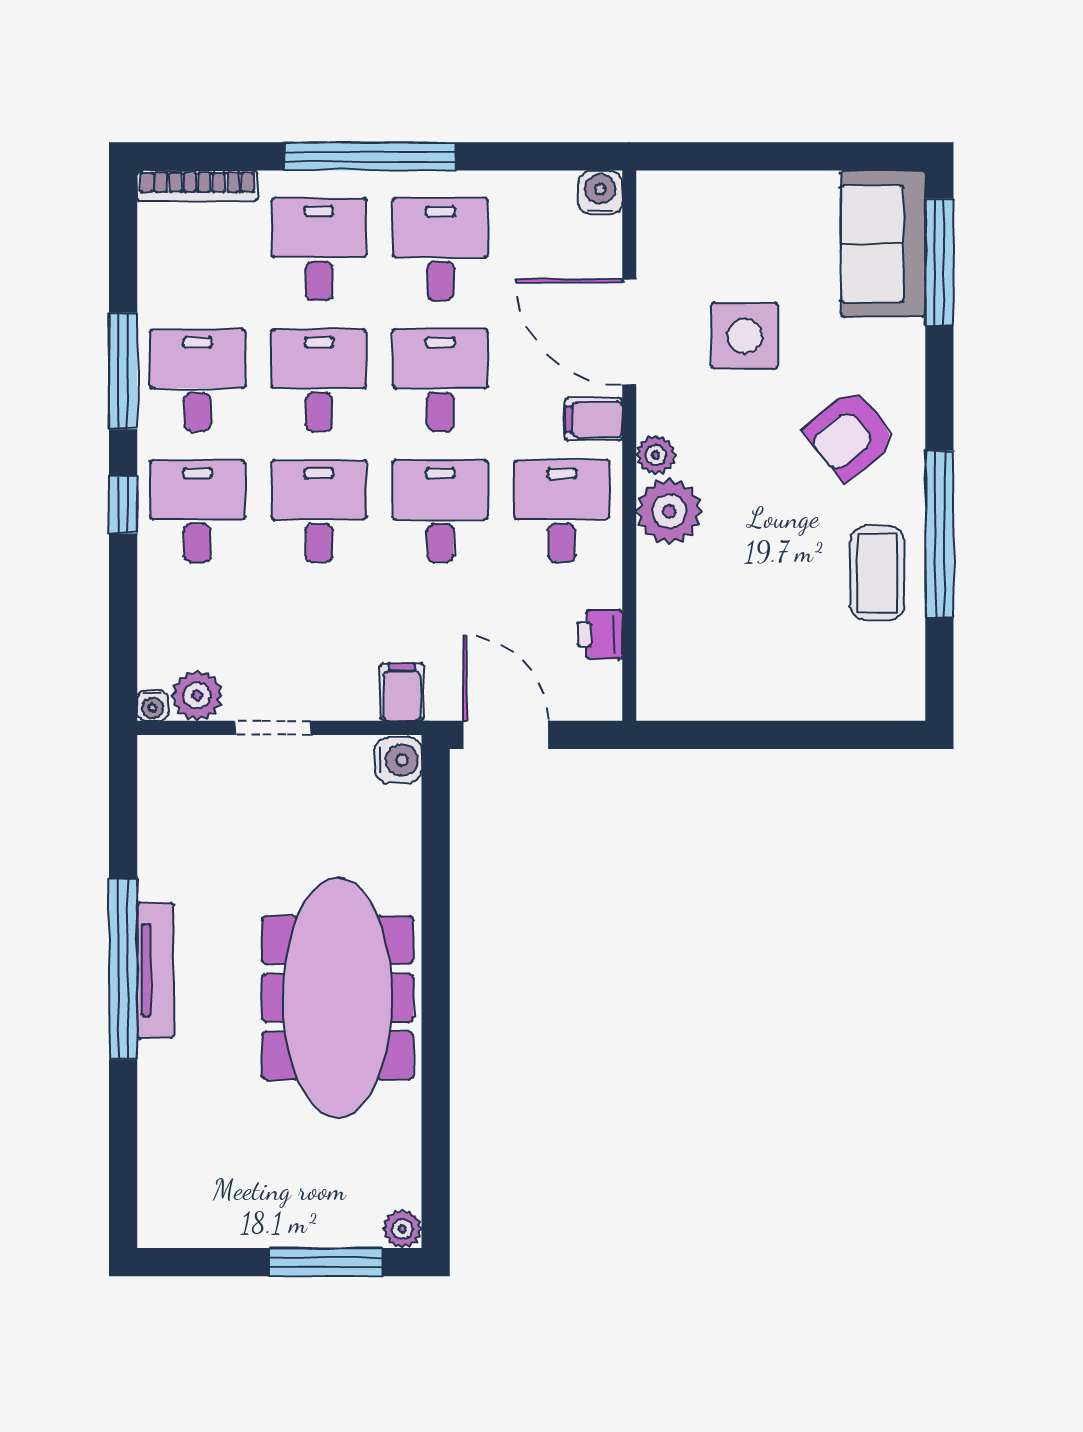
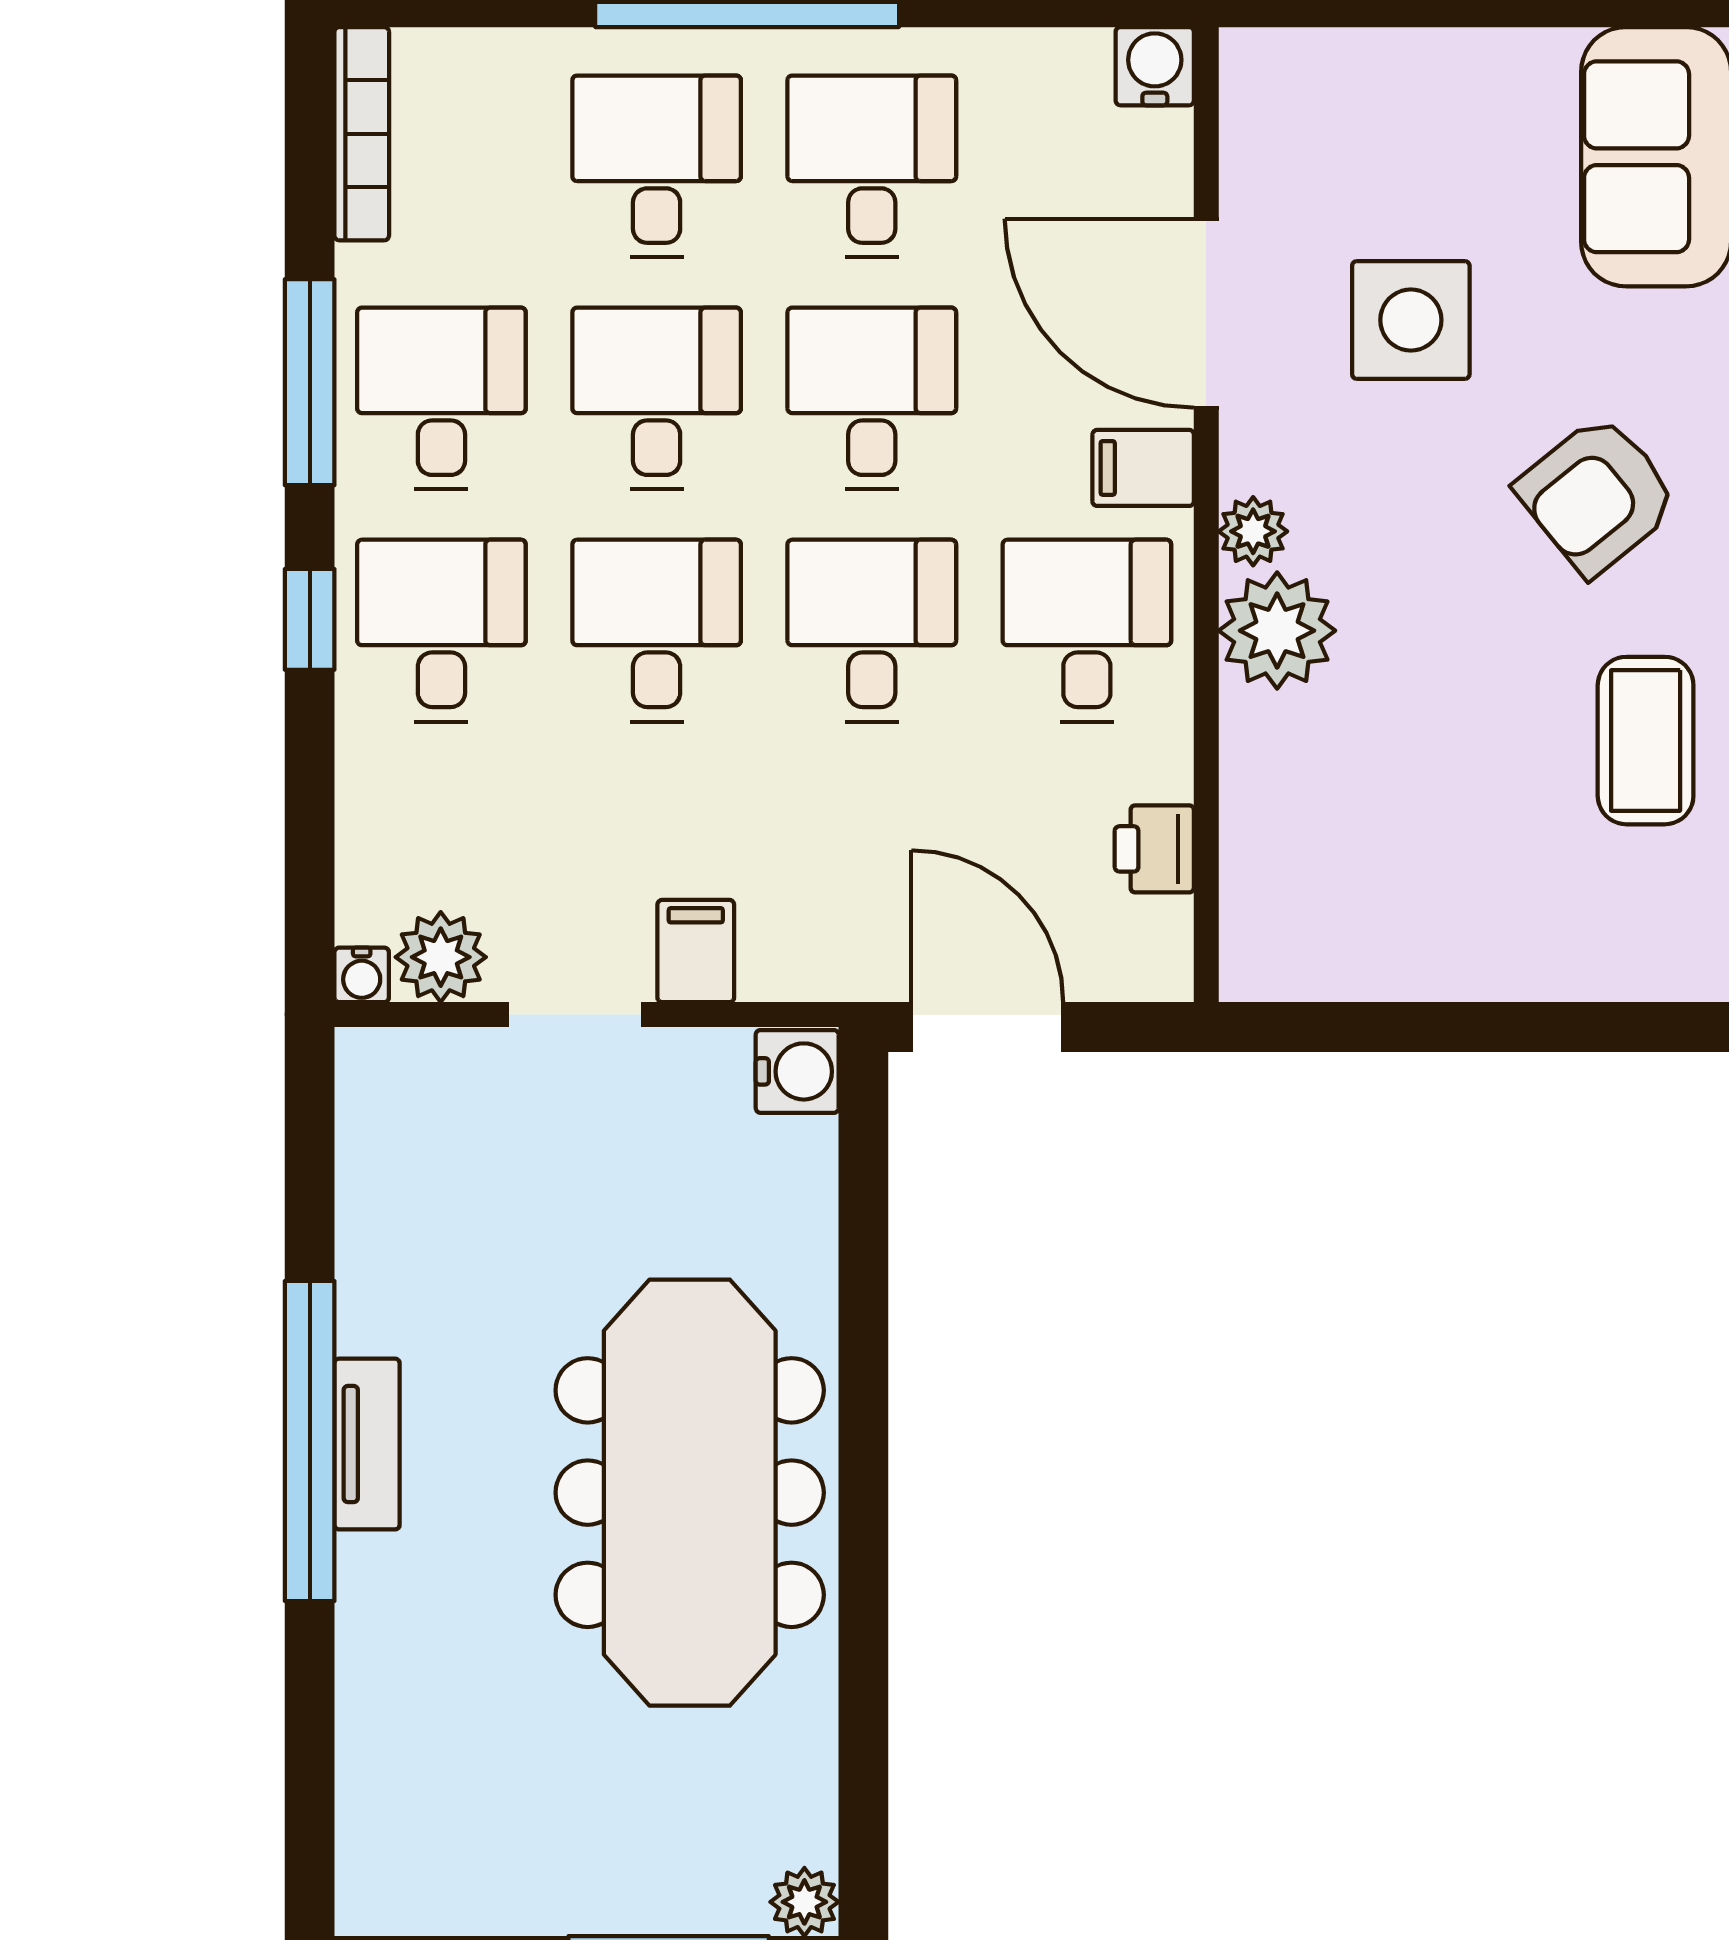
bookcase: (197, 186) -> (362, 134), moved, turned -90
filing cabinet: (402, 692) -> (696, 951), moved
tv unit: (155, 970) -> (367, 1444), width x0.71

